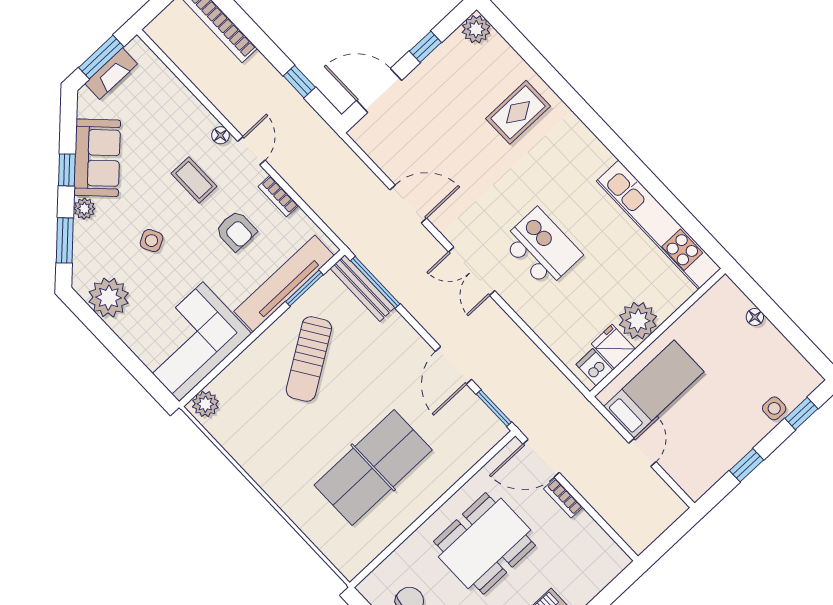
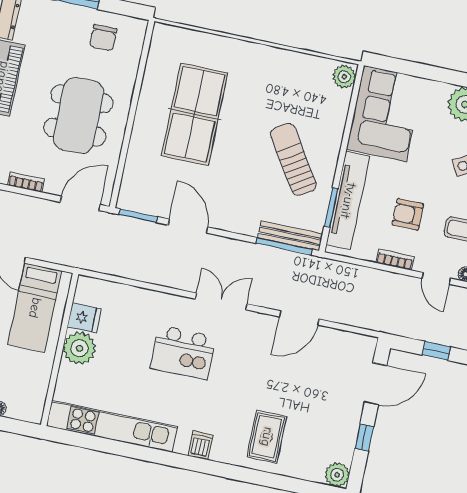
dishwasher: (594, 367) -> (200, 445), moved, turned -90
bookcase: (563, 498) -> (26, 182), moved

